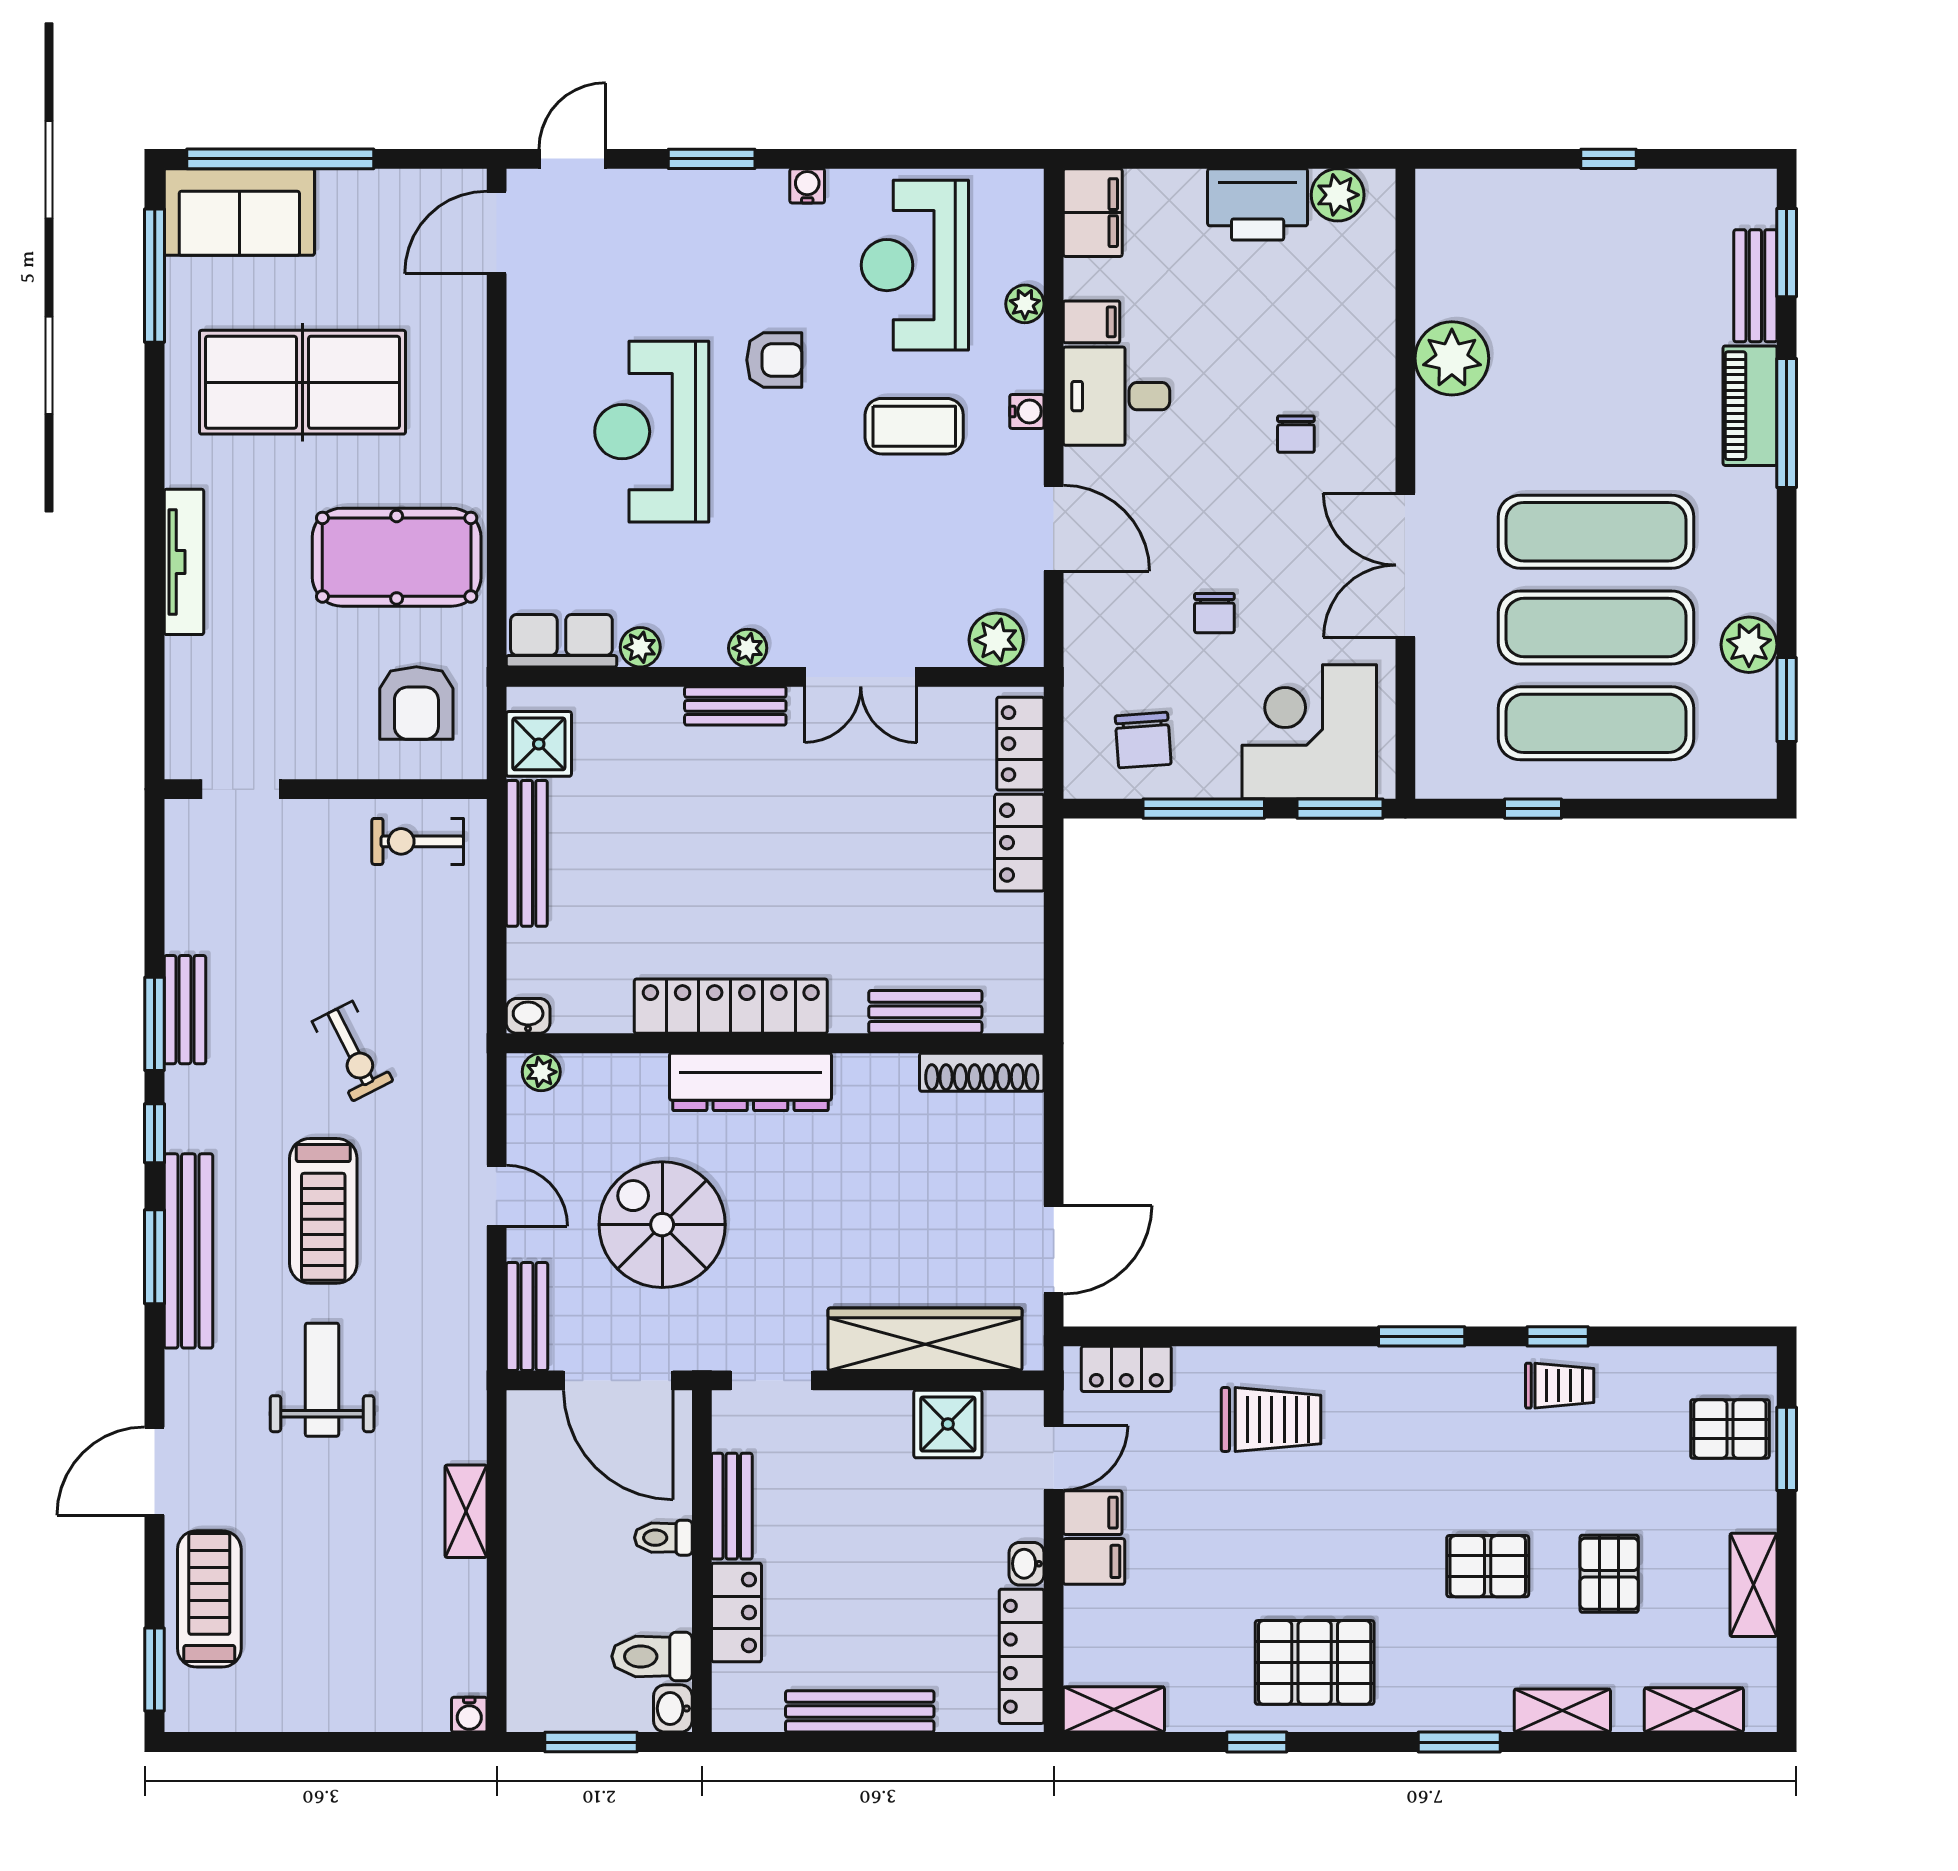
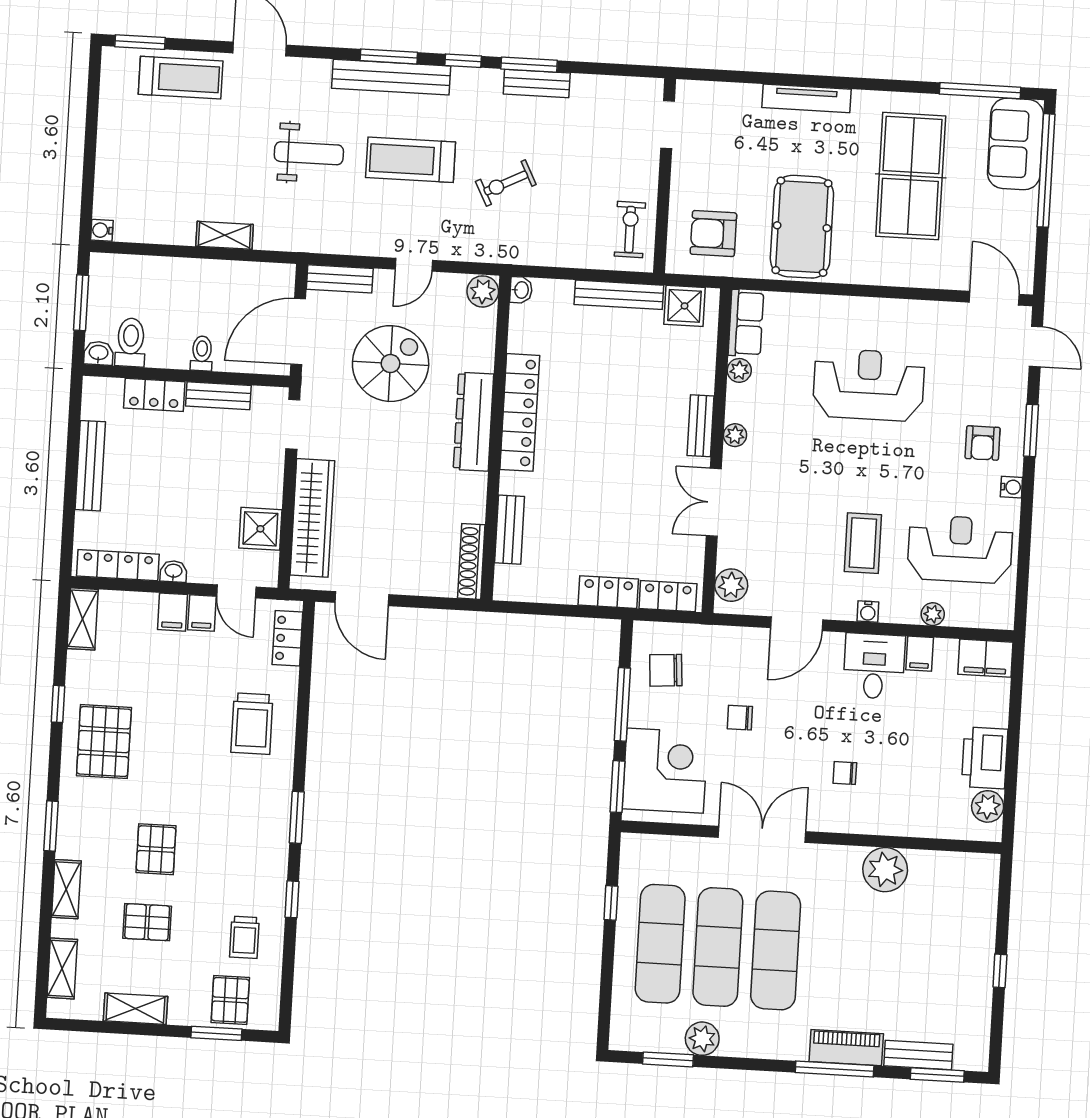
armchair: (774, 360) -> (983, 443), moved
plant: (541, 1072) -> (483, 291), width x1.38, depth x1.38
trolley: (1560, 1386) -> (244, 937), moved

